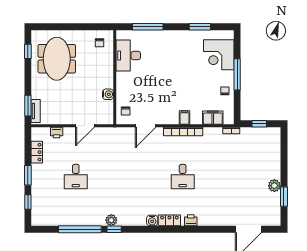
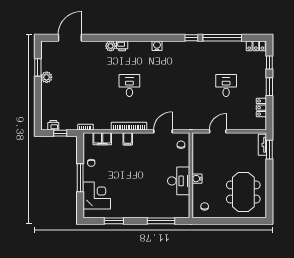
window: (28, 51) -> (269, 199), removed
desk: (128, 55) -> (179, 181), moved
water cooler: (108, 94) -> (197, 179), moved
printer: (57, 133) -> (53, 125), moved
plant: (111, 220) -> (111, 46), moved
locker: (169, 220) -> (256, 46), moved

